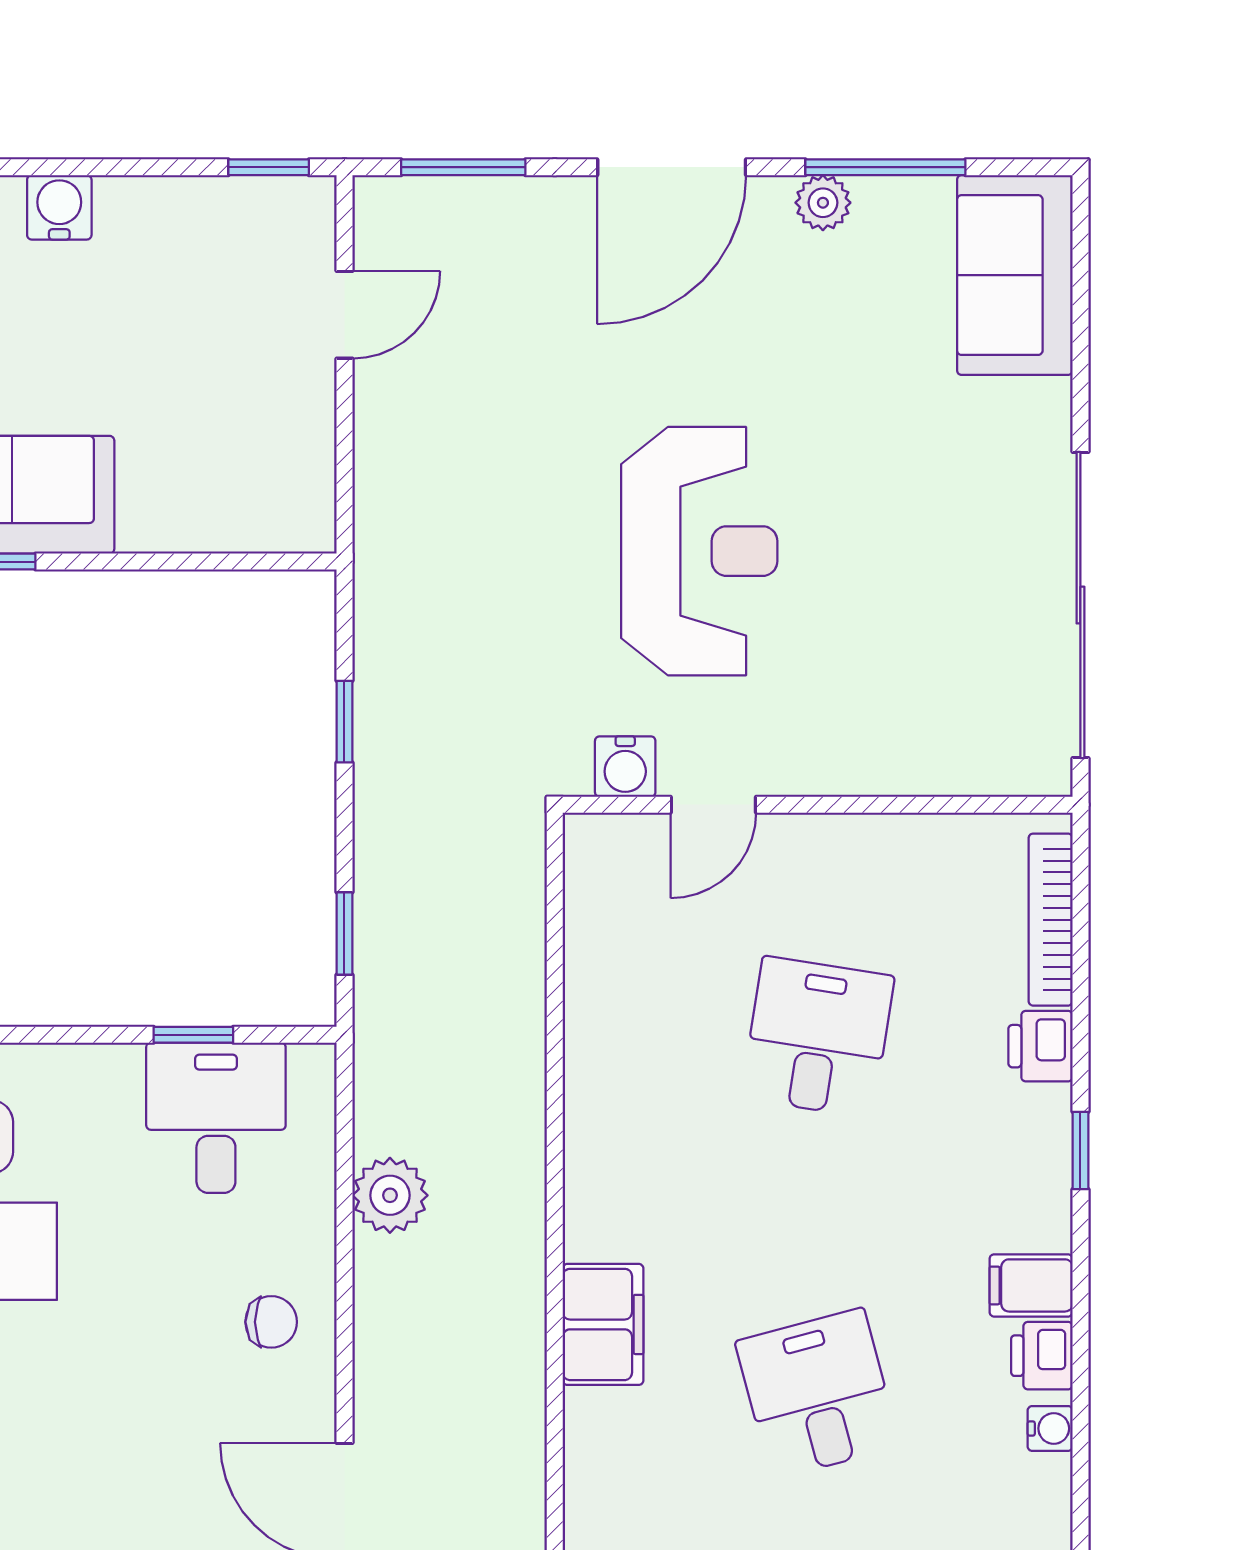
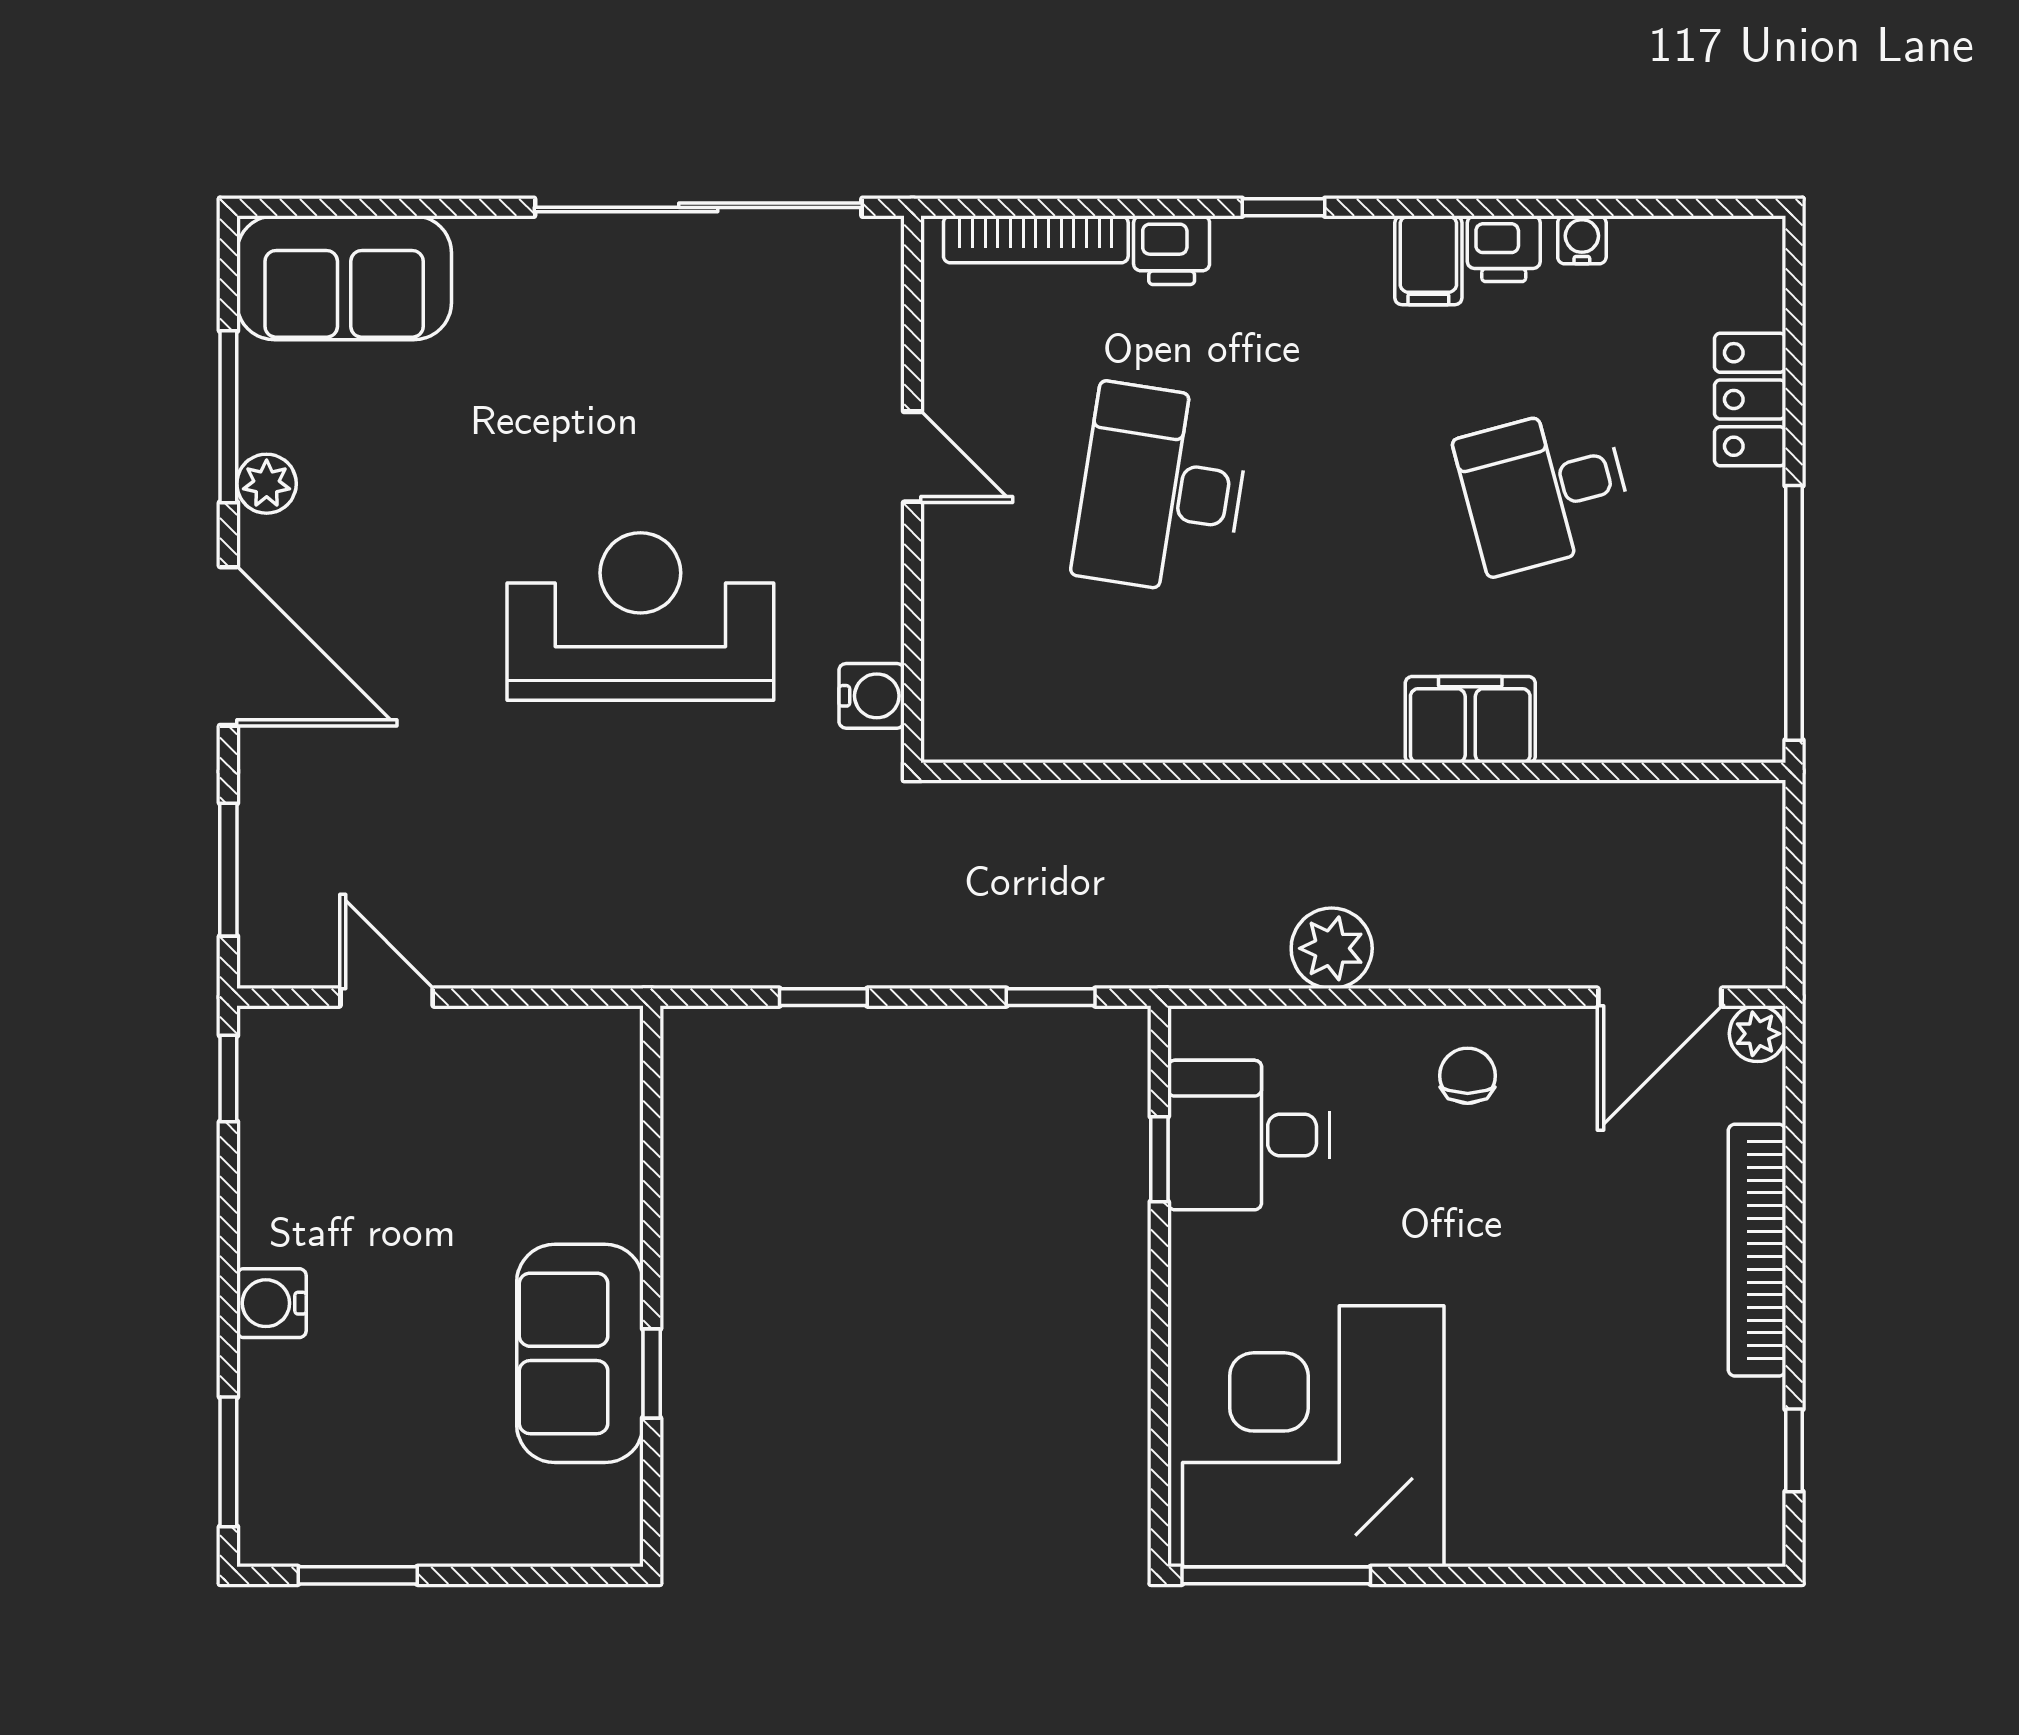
door: (713, 805) -> (912, 457), moved
desk: (818, 1037) -> (1162, 489), width x1.37

